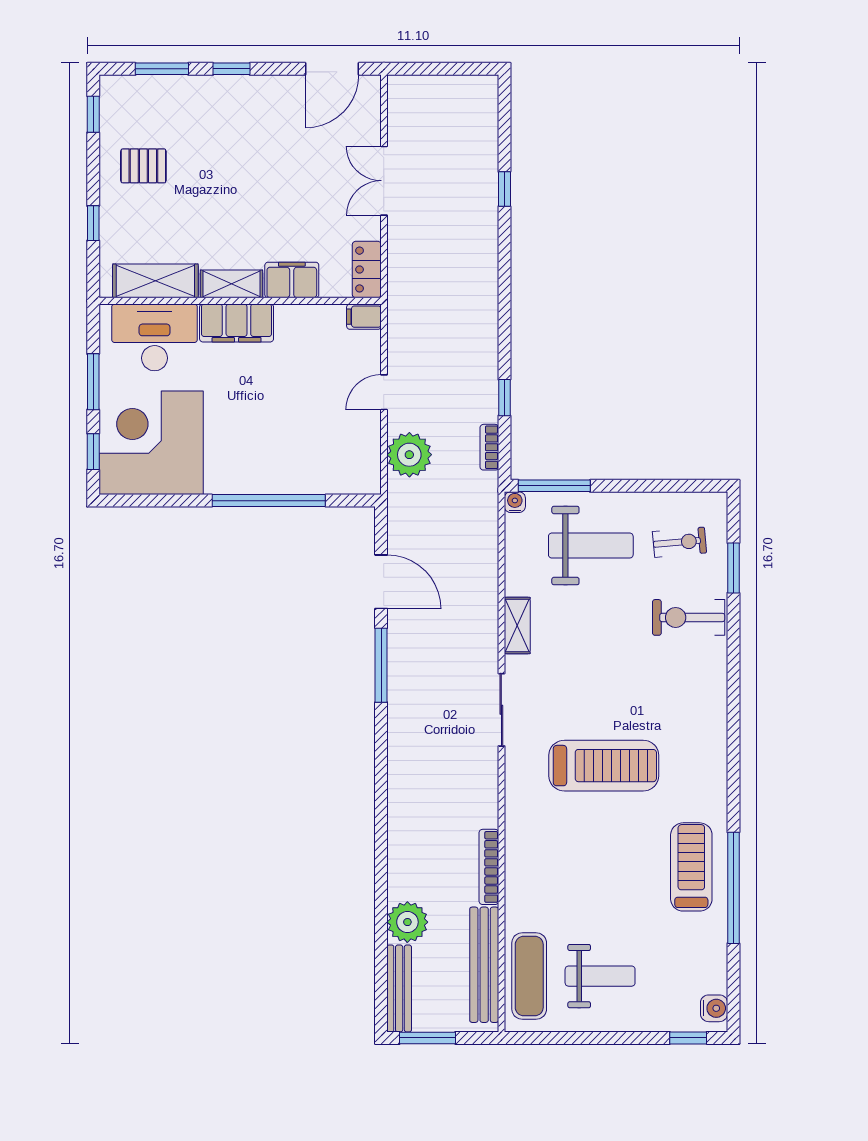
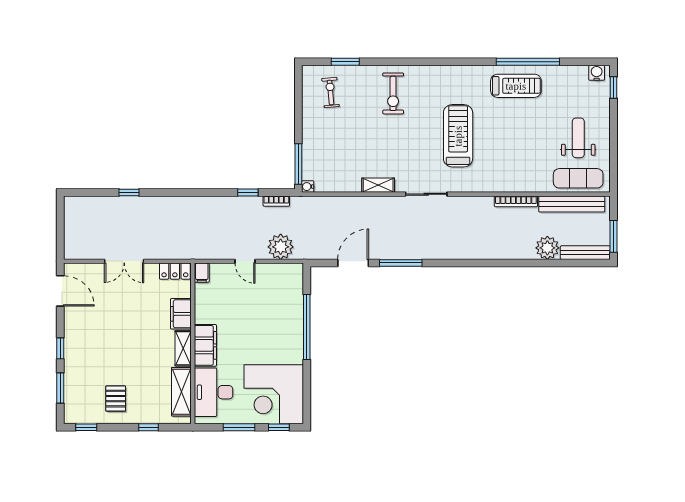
weight bench: (591, 546) -> (332, 143), removed
exercise bike: (689, 617) -> (393, 93), moved
treadmill: (691, 867) -> (516, 86), turned 180

